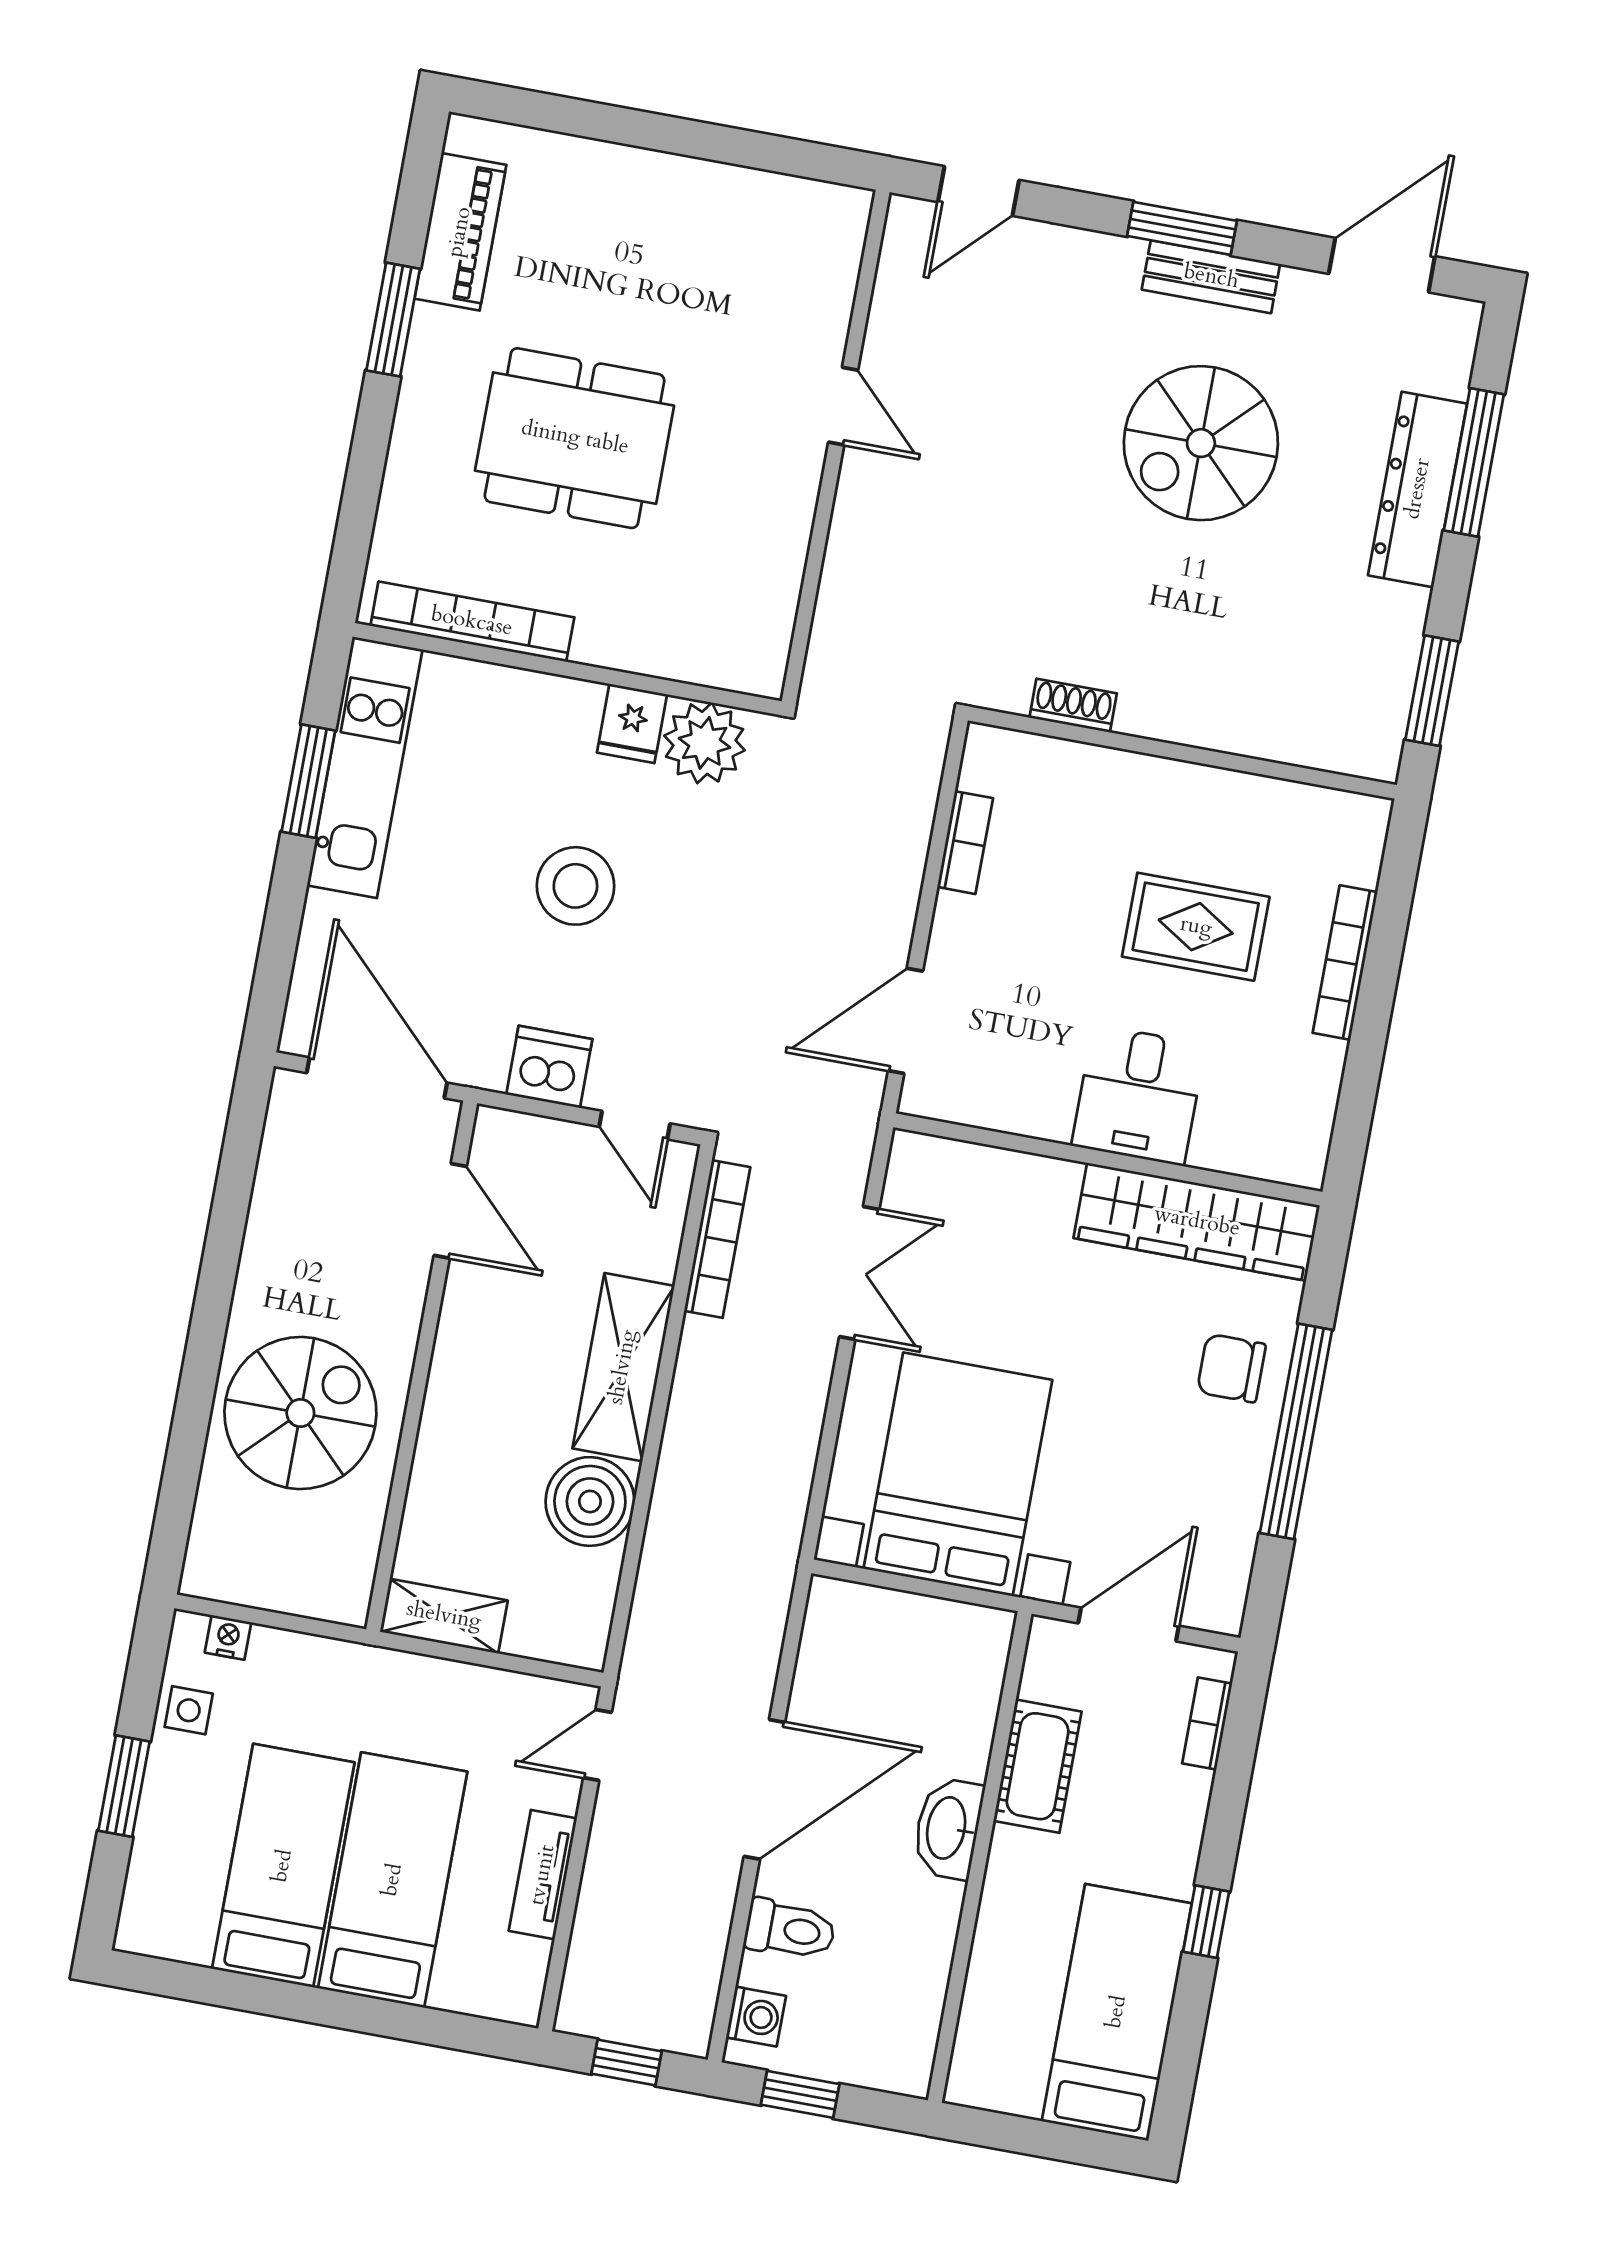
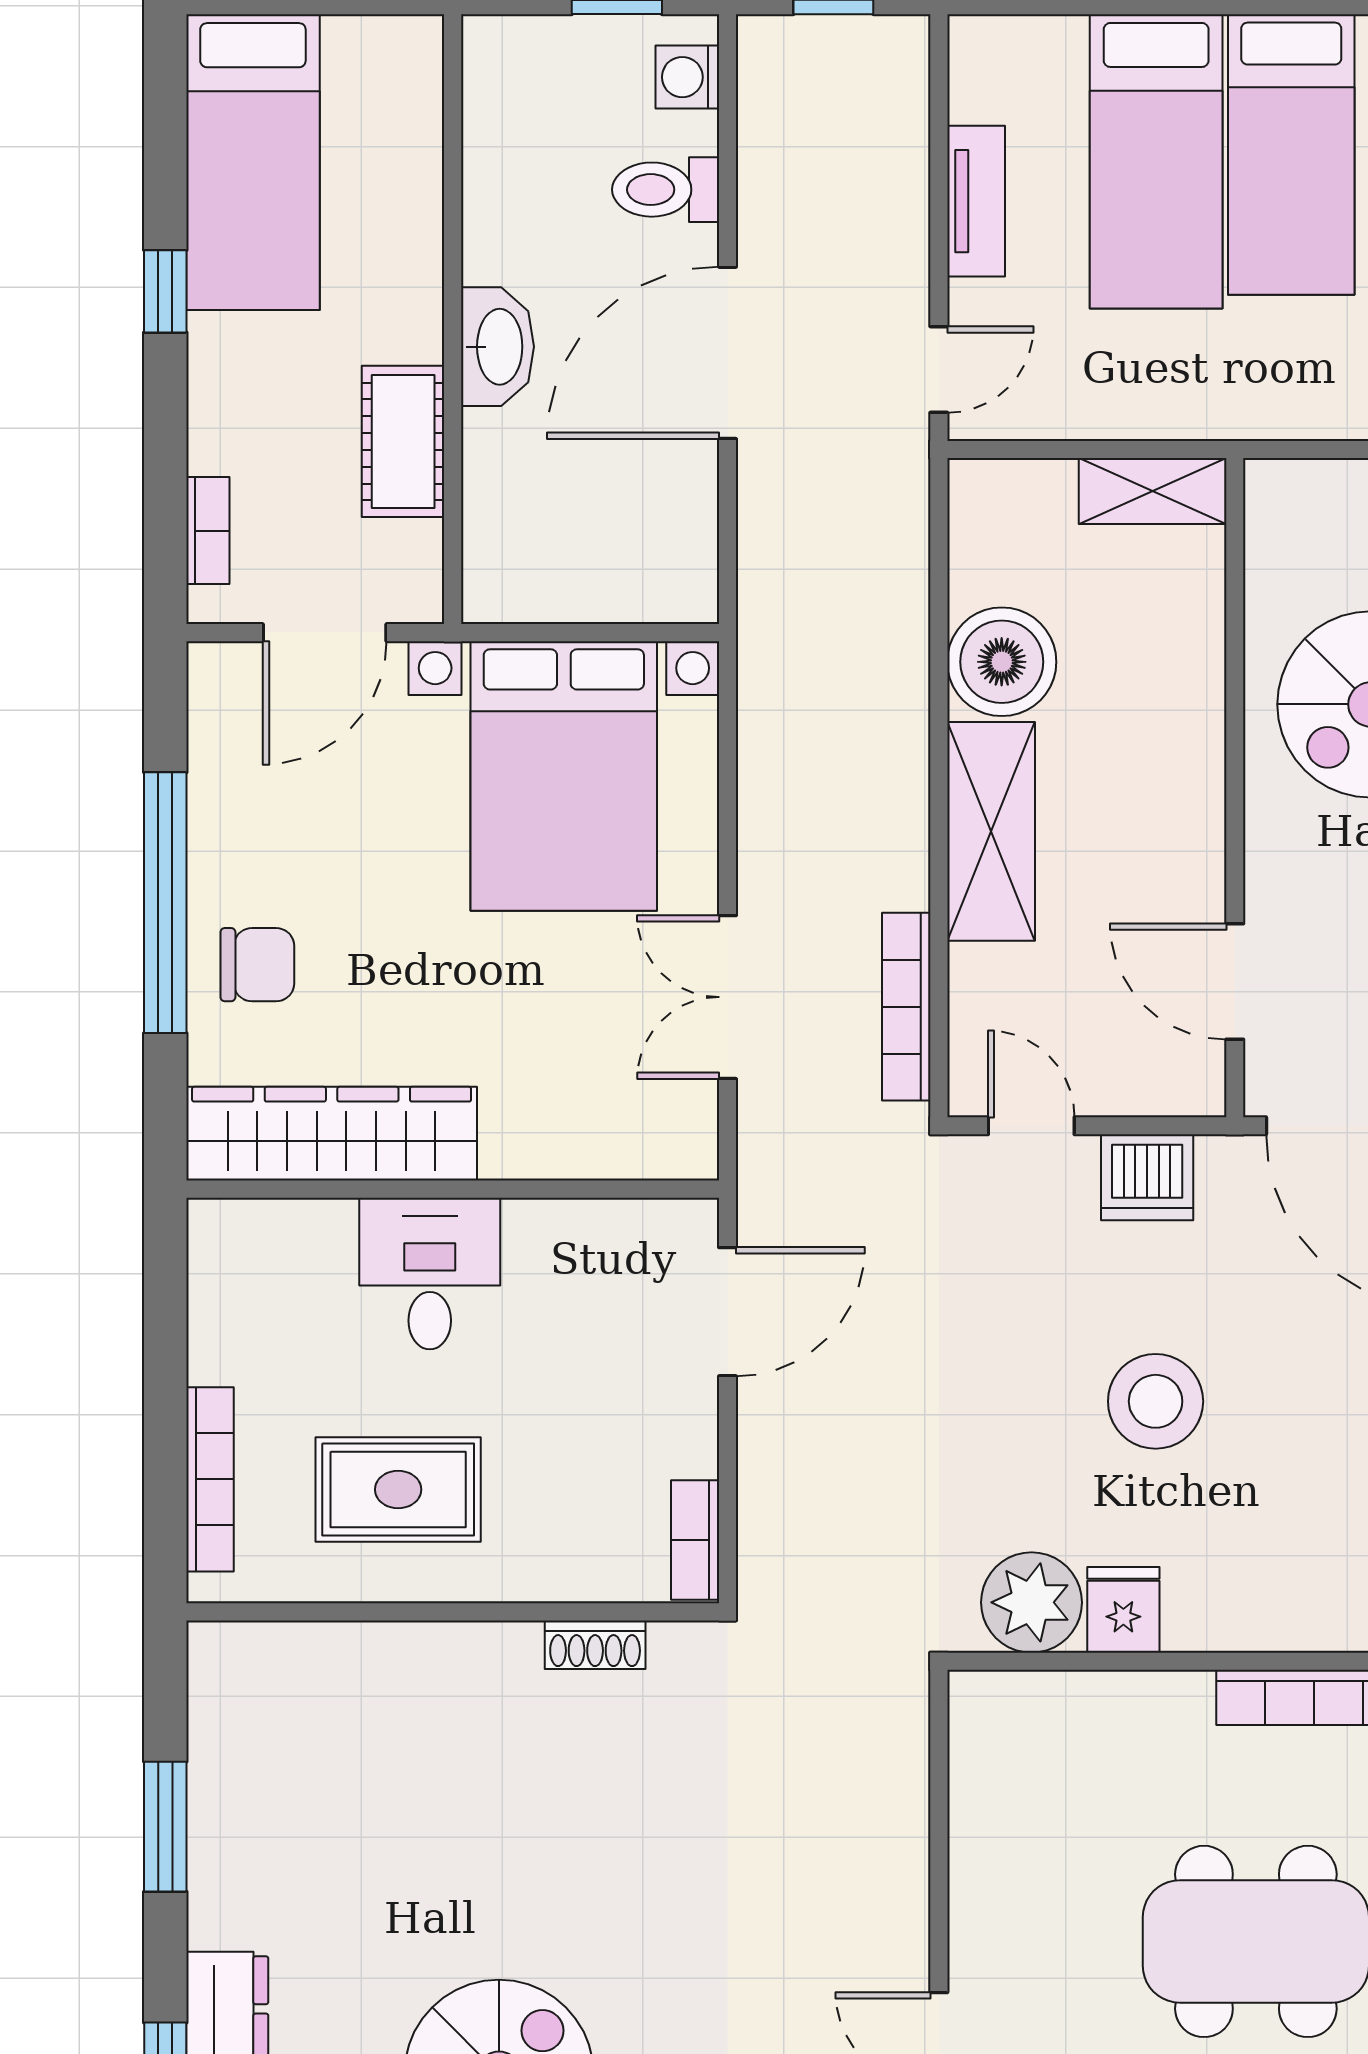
shoe rack: (1073, 705) -> (595, 1645), moved
wall: (1182, 753) -> (453, 1612), moved

